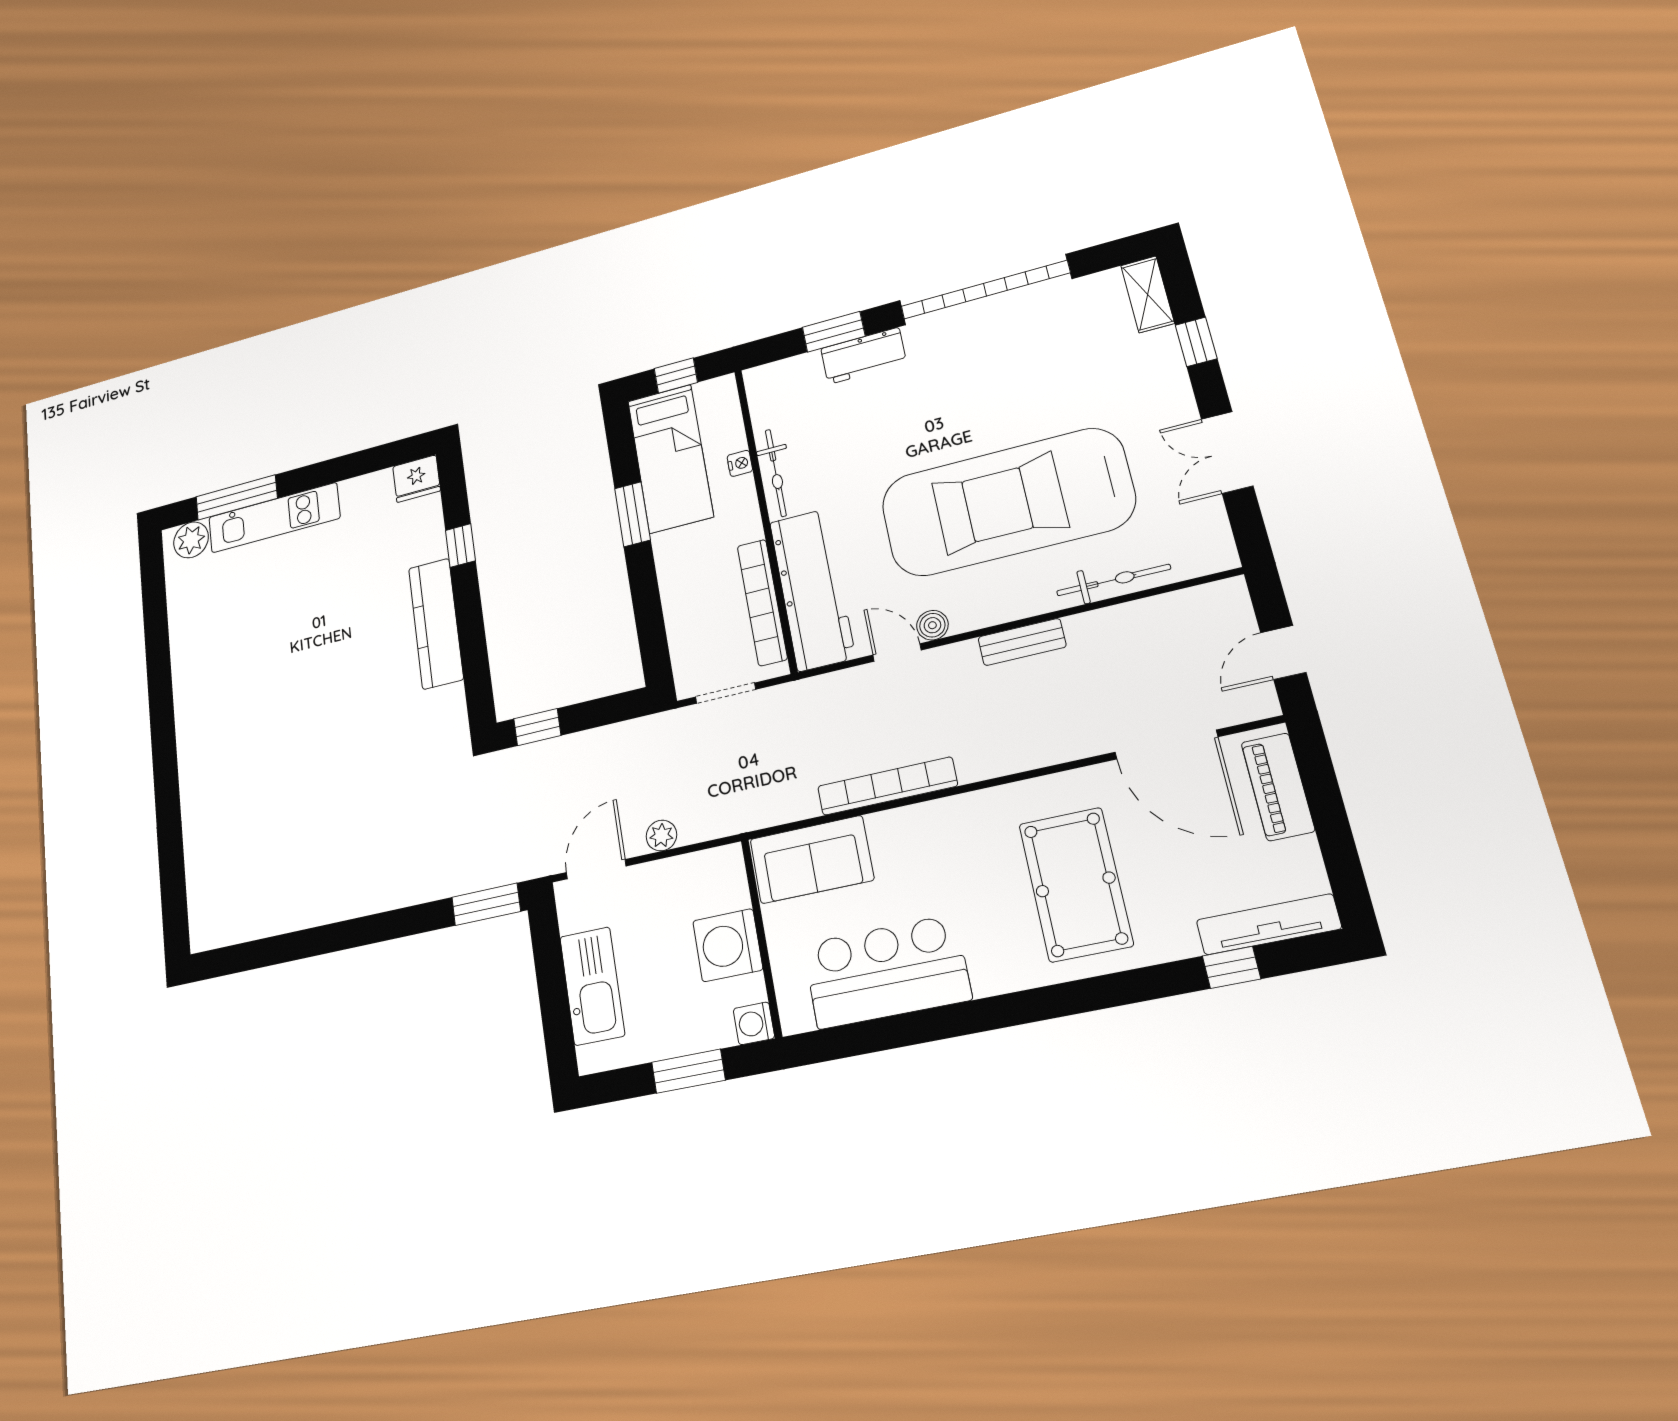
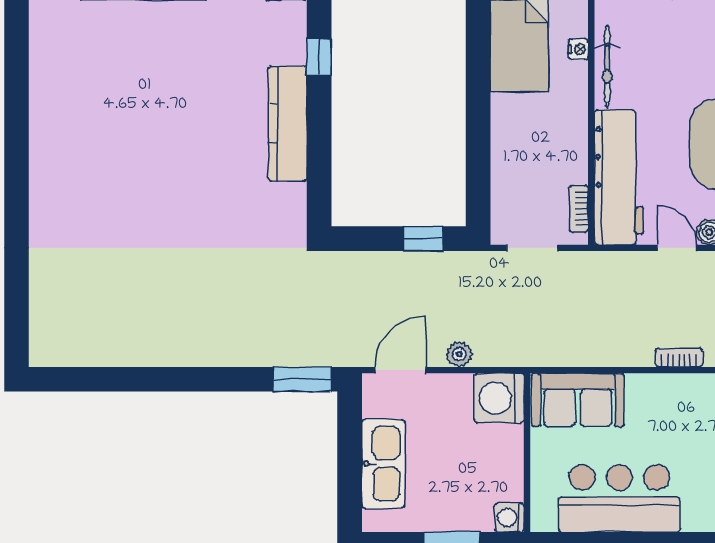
window: (633, 514) -> (478, 70), removed
bookcase: (762, 602) -> (579, 209), width x0.43, depth x0.76
window: (537, 727) -> (423, 239), moved
bookcase: (887, 786) -> (679, 358), width x0.43, depth x0.76
washing machine: (728, 945) -> (499, 398), moved

